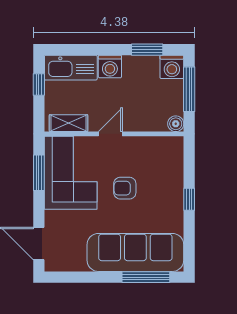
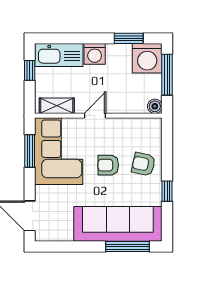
washing machine: (172, 67) -> (147, 58), width x1.37, depth x1.37
armchair: (163, 187) -> (144, 164), added
window: (189, 199) -> (167, 191), moved

